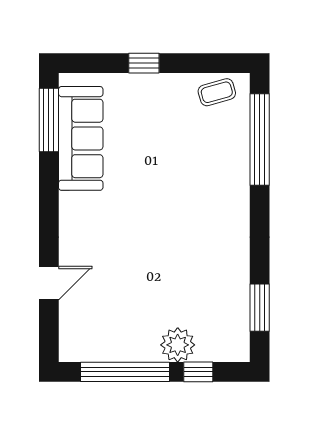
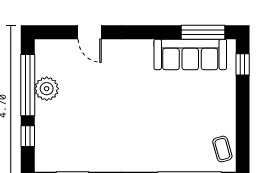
window: (144, 63) -> (243, 64), moved
plant: (178, 345) -> (47, 89), moved

